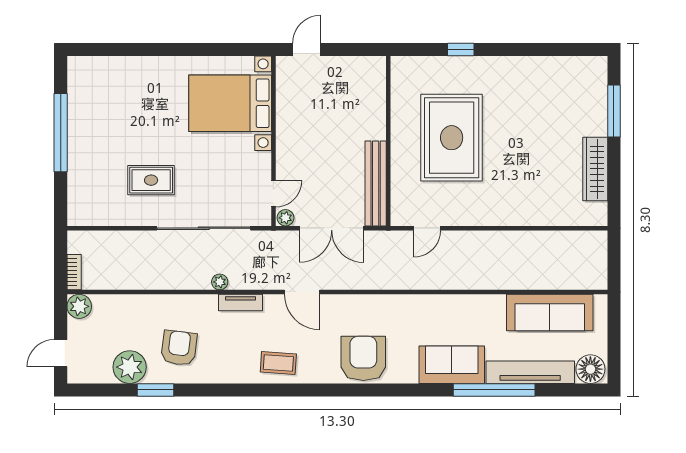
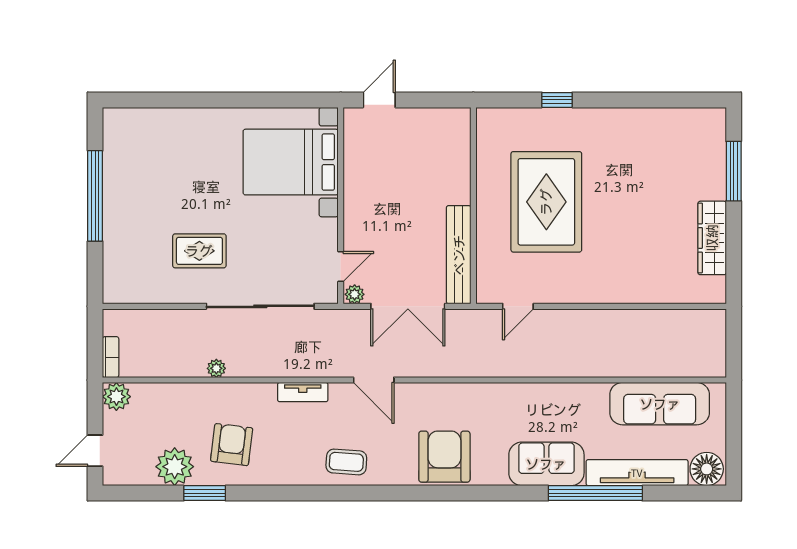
plant: (220, 282) -> (216, 368), moved

